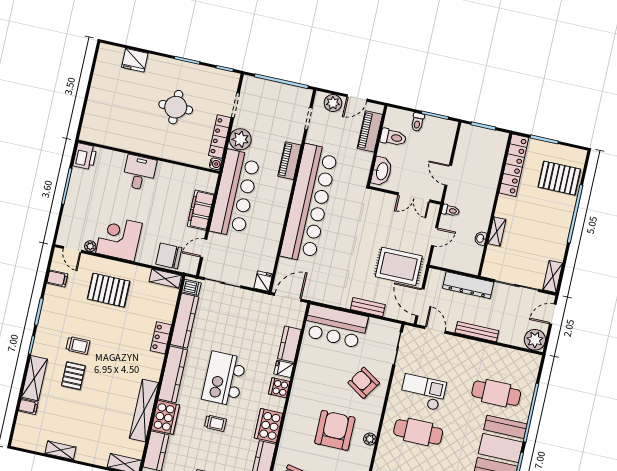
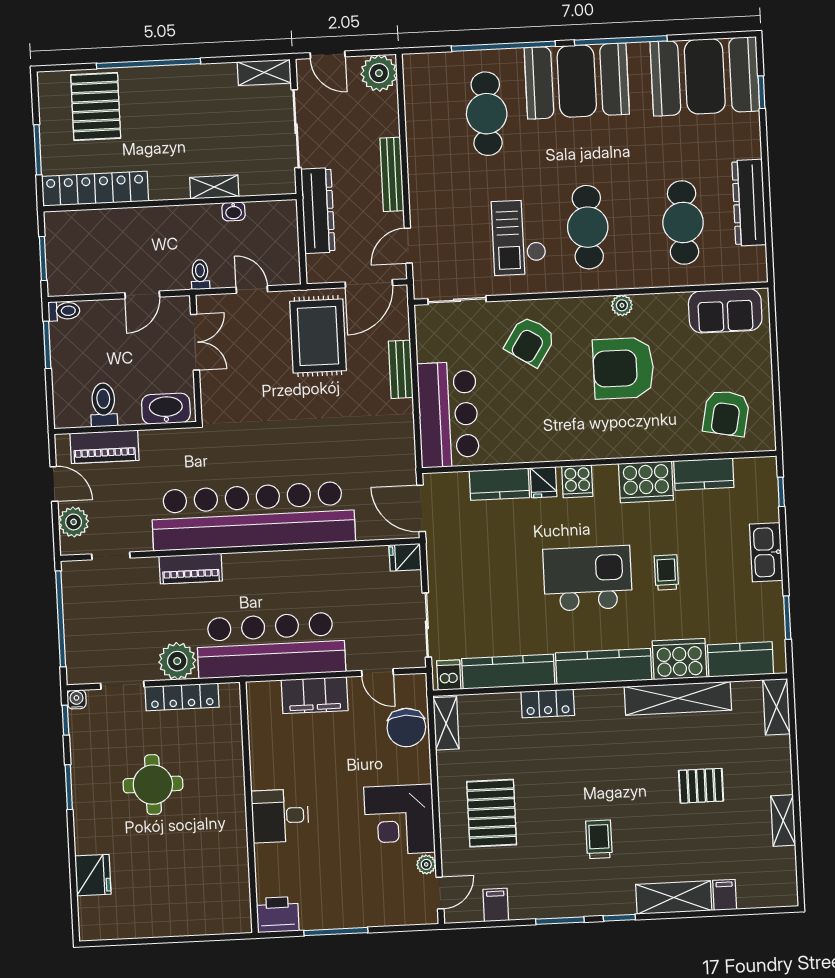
toilet: (417, 122) -> (64, 311), moved
water cooler: (215, 164) -> (77, 699), moved
pallet: (73, 376) -> (701, 786), moved
kitchen island: (224, 379) -> (588, 578), turned 180

